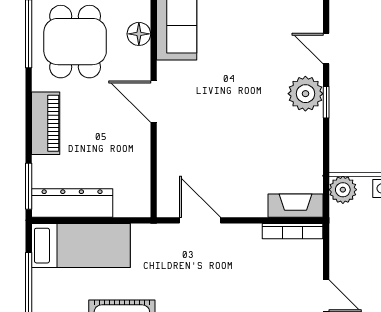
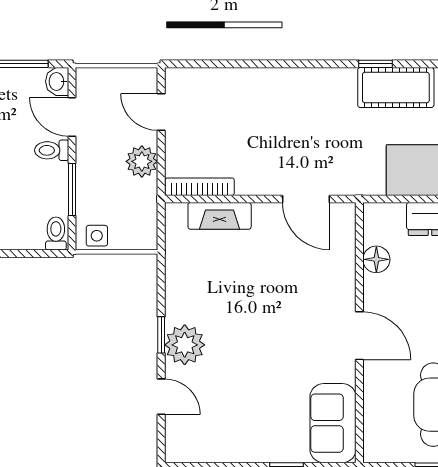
floor lamp: (139, 34) -> (376, 259), moved
plant: (343, 190) -> (142, 161), moved
fireplace: (296, 206) -> (220, 216), moved

